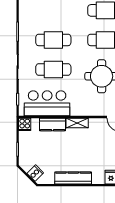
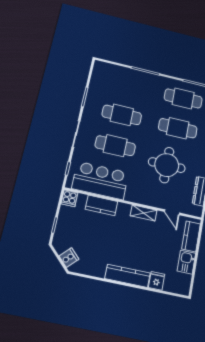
shelving: (77, 123) -> (144, 213), moved
kitchen counter: (73, 178) -> (127, 276), moved

